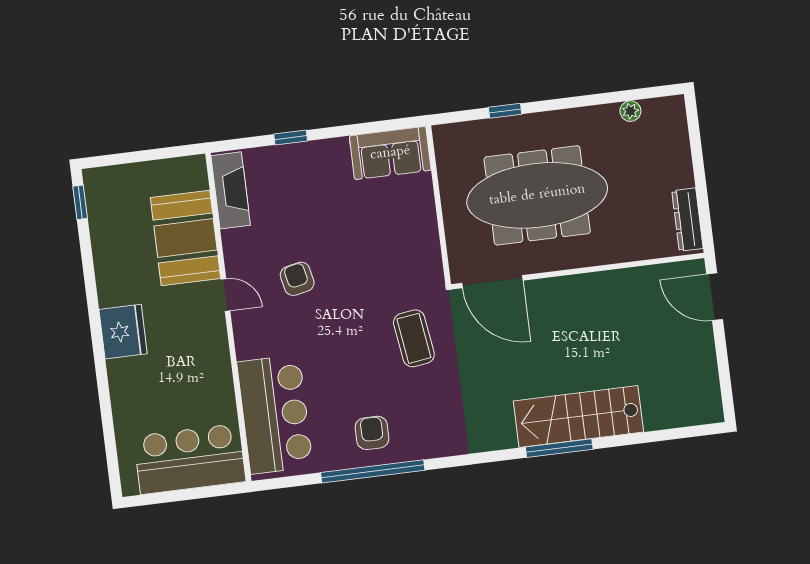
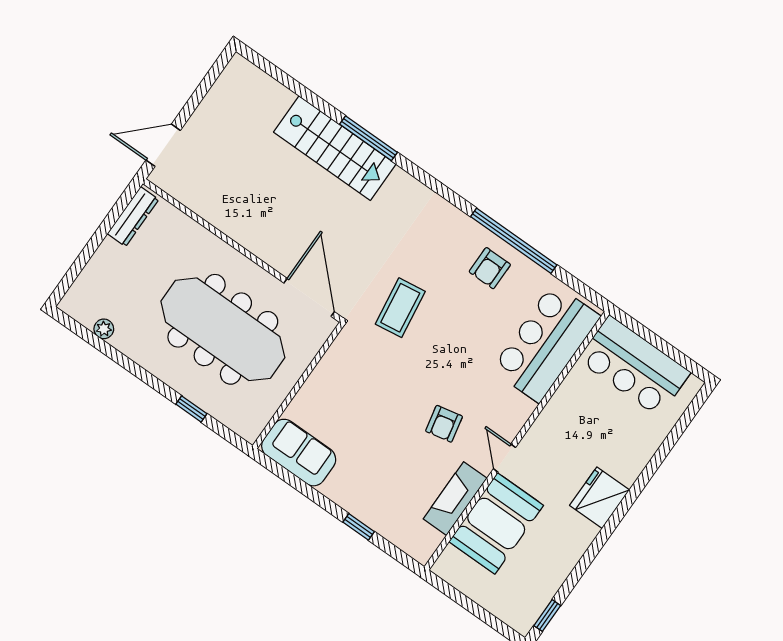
fireplace: (231, 190) -> (455, 499), moved
door: (715, 297) -> (163, 145), swing flipped

